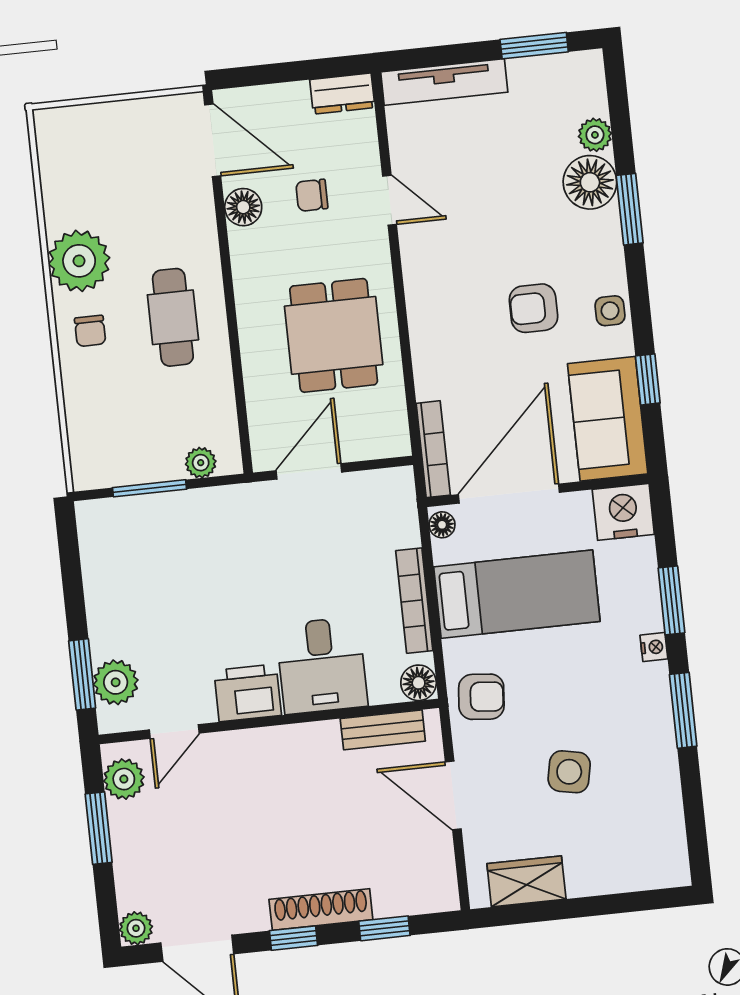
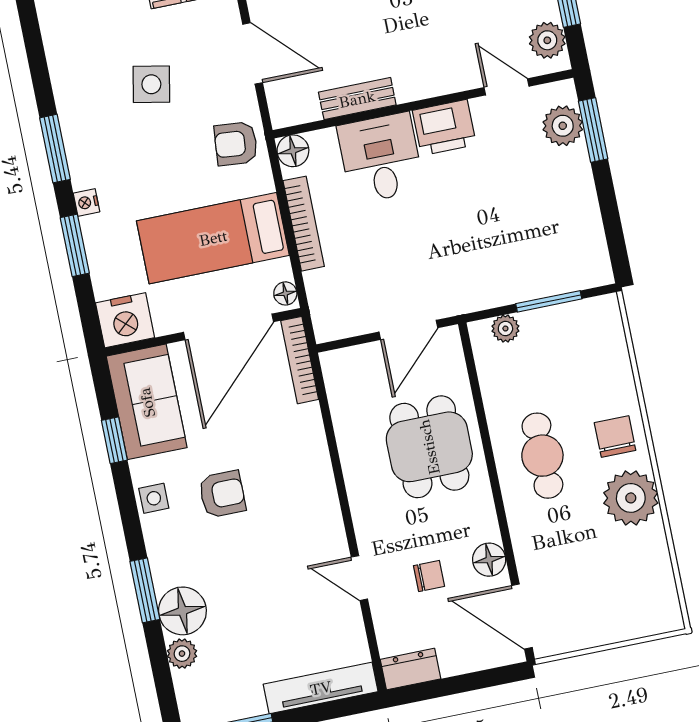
chair: (90, 331) -> (615, 437), width x1.37, depth x1.37
dining table: (334, 335) -> (429, 447), moved
bench: (383, 730) -> (357, 99), moved
door: (174, 732) -> (506, 87), hinge flipped

